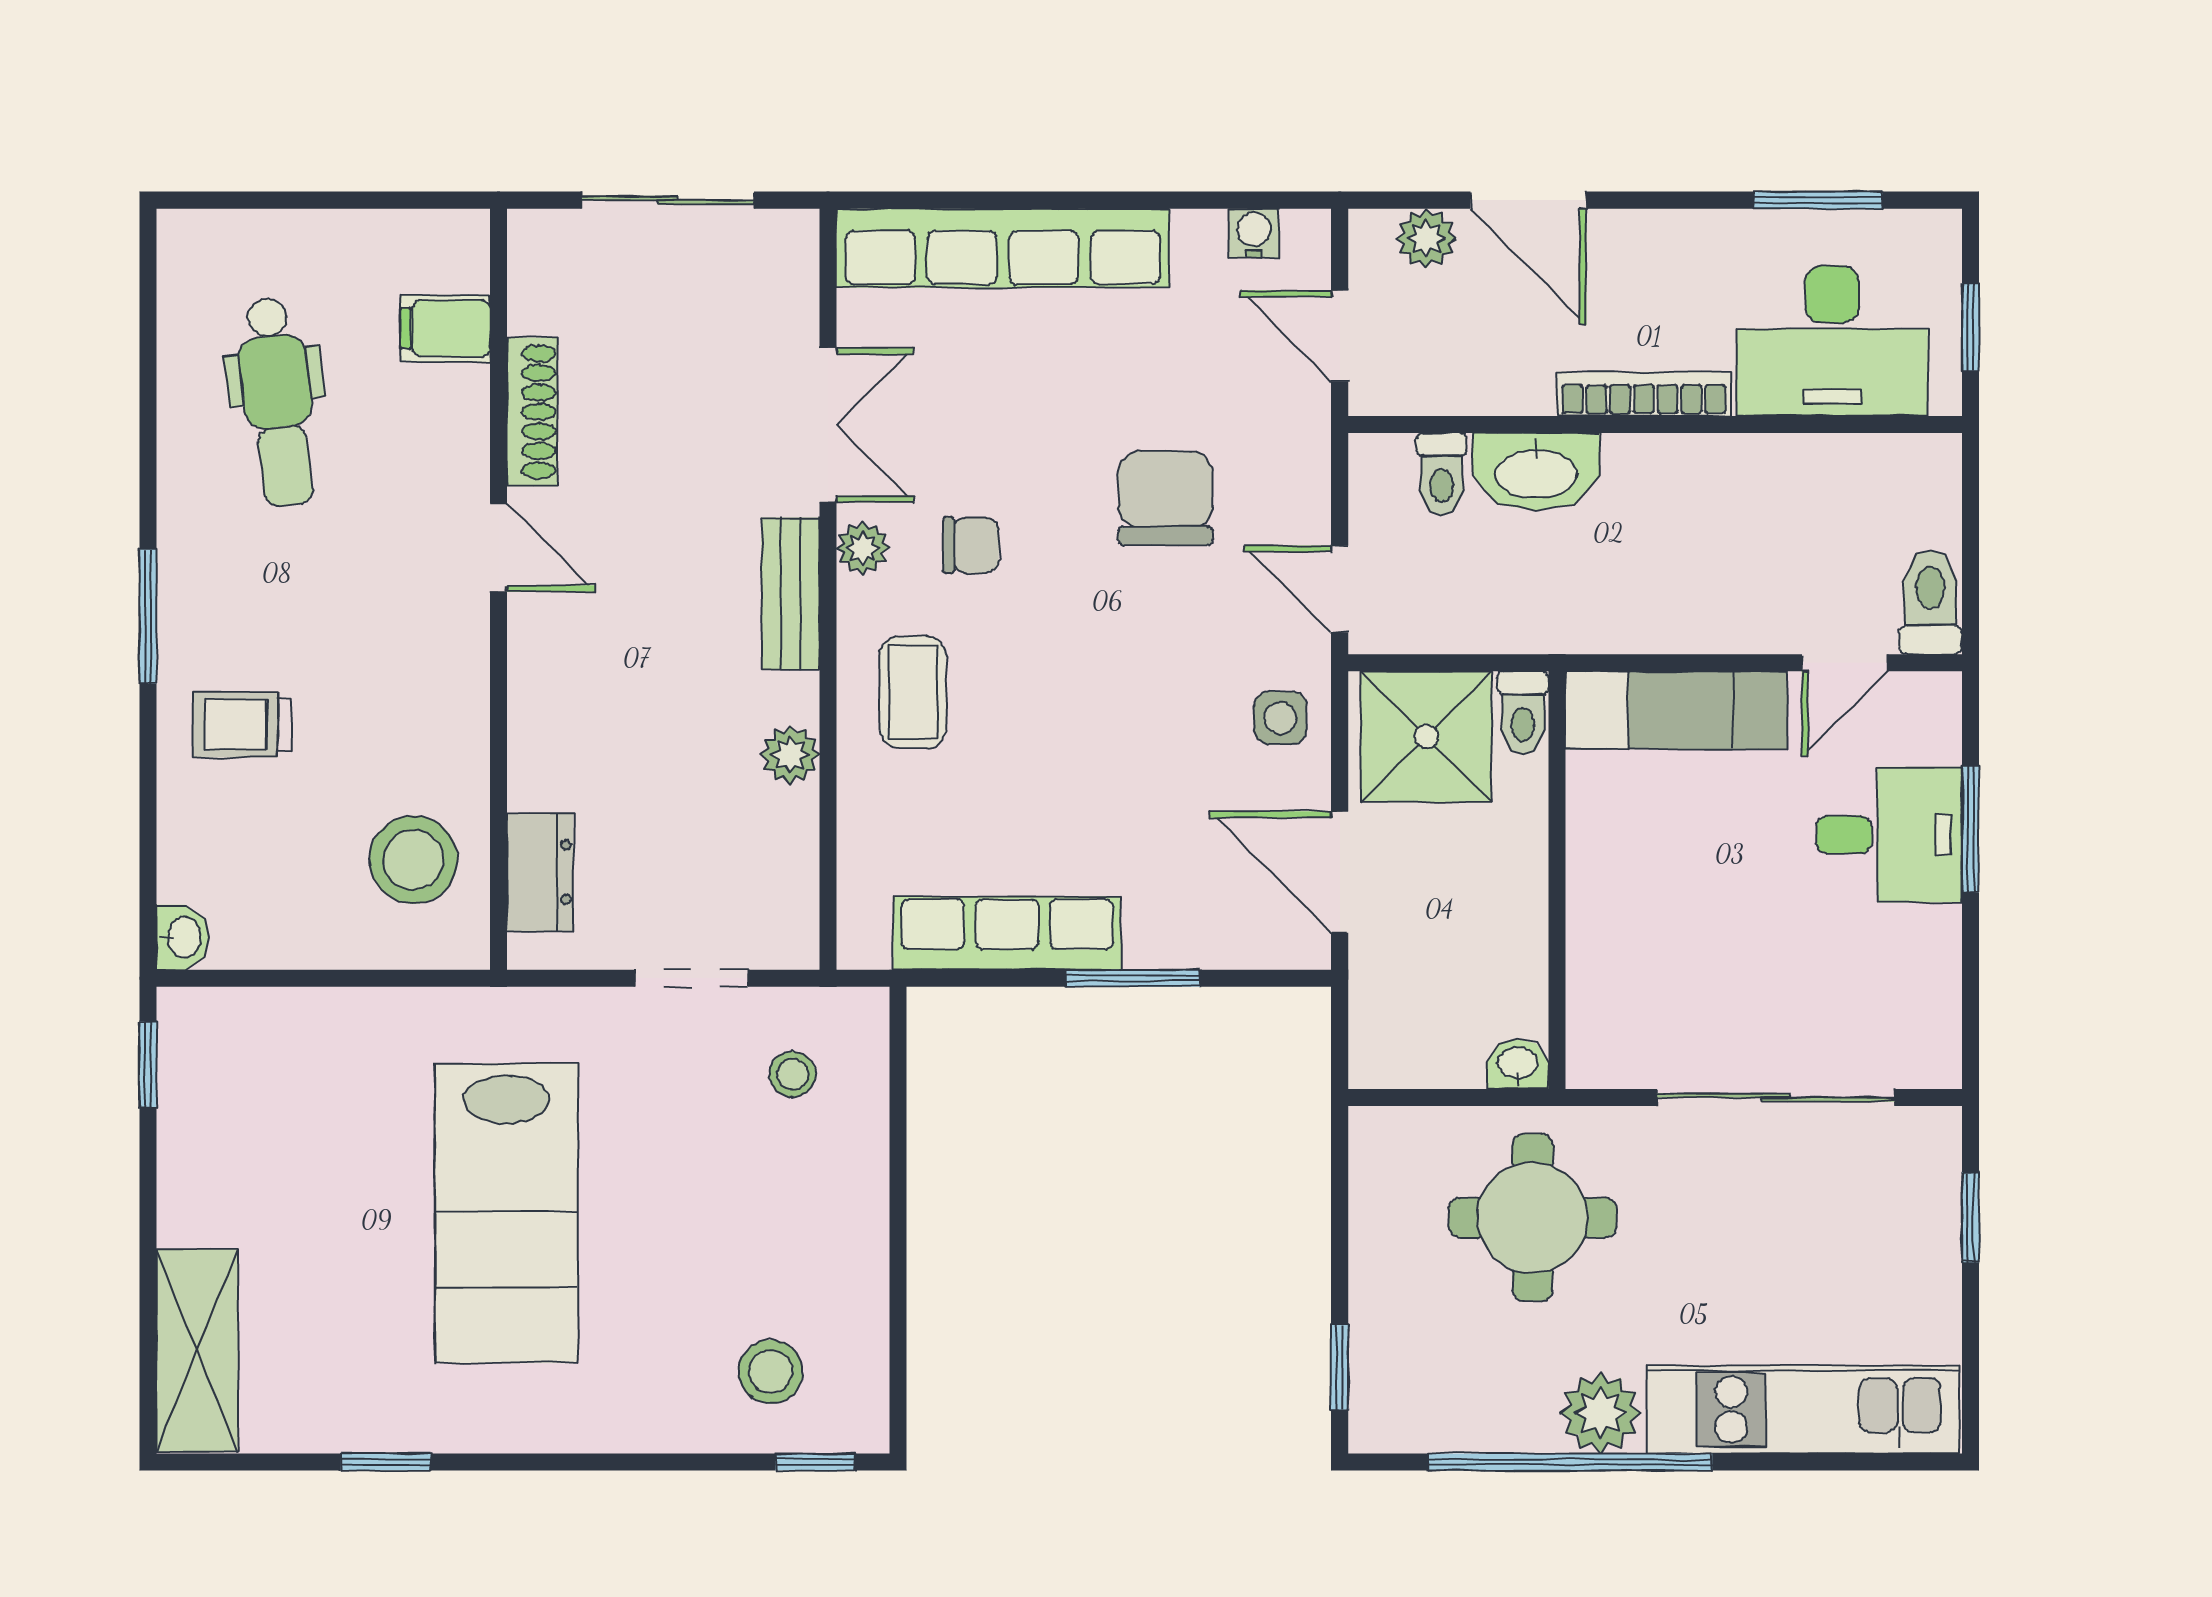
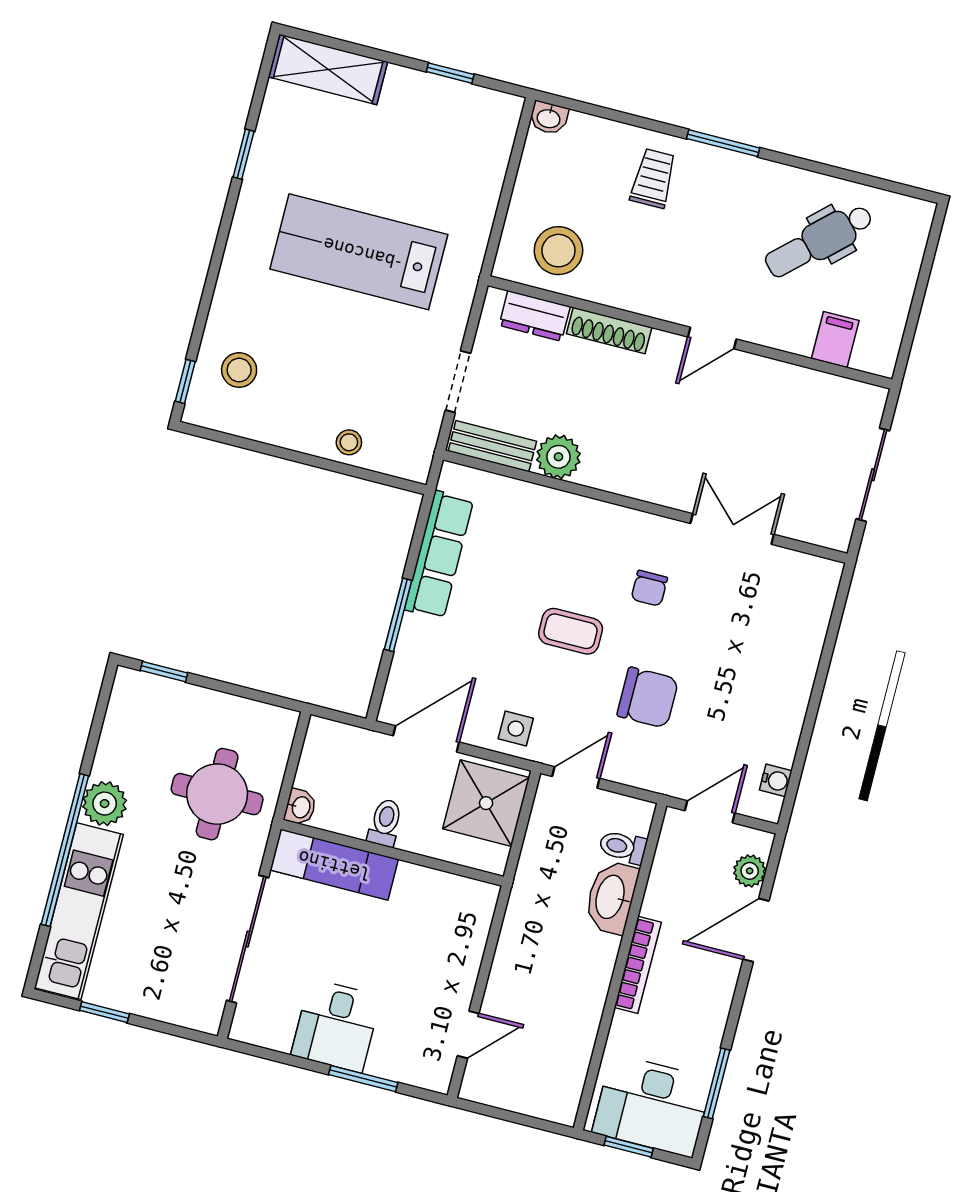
row of seats: (1003, 248) -> (802, 646), removed
desk: (1832, 341) -> (652, 1106), moved, turned -90
dental chair: (278, 402) -> (819, 241), turned -36
shoe rack: (532, 412) -> (609, 331), moved
double door: (828, 425) -> (732, 529), swing flipped
plant: (863, 548) -> (662, 531), removed
bench: (790, 594) -> (492, 446), moved
toilet: (1930, 602) -> (489, 1088), removed
door: (1845, 663) -> (468, 1035), swing flipped
coffee table: (913, 692) -> (571, 631), moved
exam couch: (1677, 710) -> (334, 865), moved, turned -90
toilet: (1523, 713) -> (385, 823), moved, turned 90
plant: (790, 755) -> (559, 457), width x1.38, depth x1.38
desk: (1889, 835) -> (336, 1026), moved
window: (148, 1065) -> (450, 73), moved
stool: (793, 1074) -> (349, 442), moved
window: (1971, 1217) -> (104, 1012), moved
window: (1570, 1462) -> (65, 850), moved

